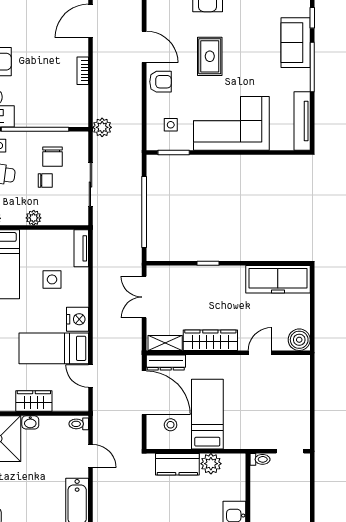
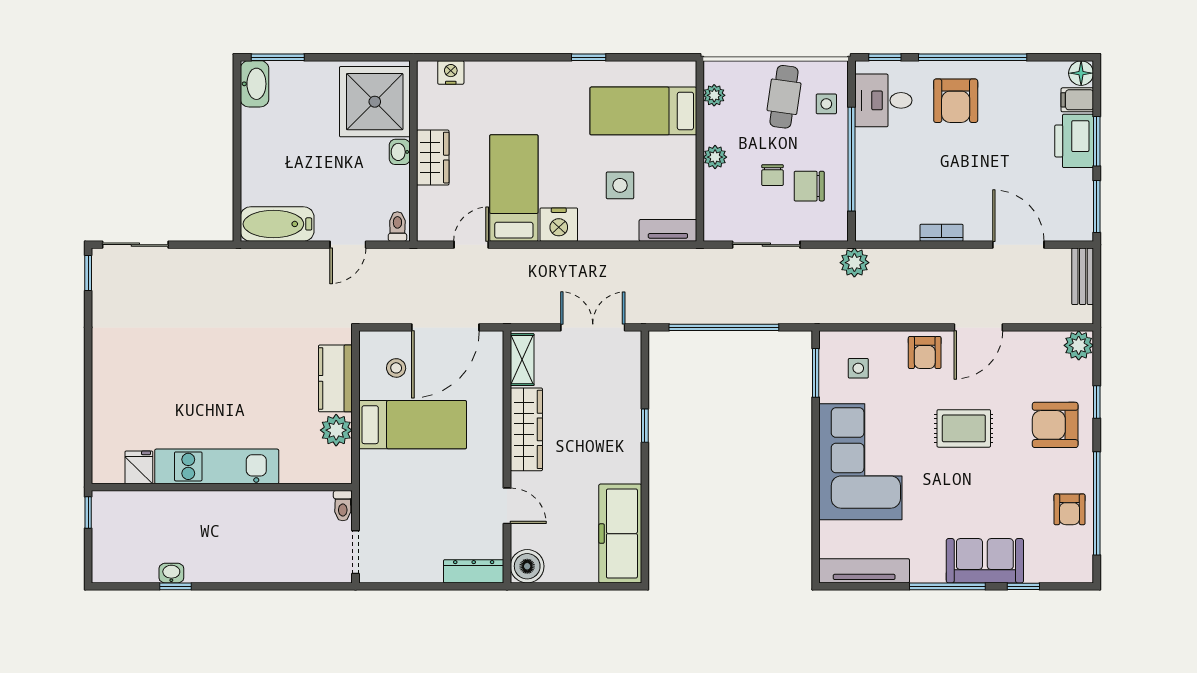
dresser: (166, 363) -> (474, 571), moved, turned 90

